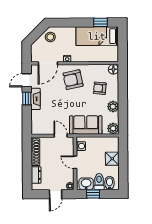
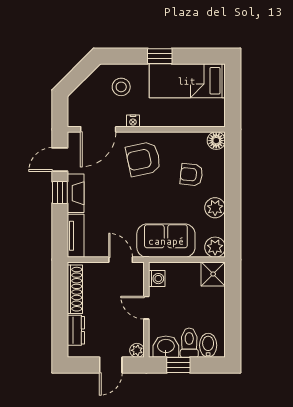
window: (101, 22) -> (160, 56), moved
stool: (50, 37) -> (121, 87), moved
tv unit: (36, 123) -> (76, 236), added
shower: (112, 159) -> (213, 274), moved

